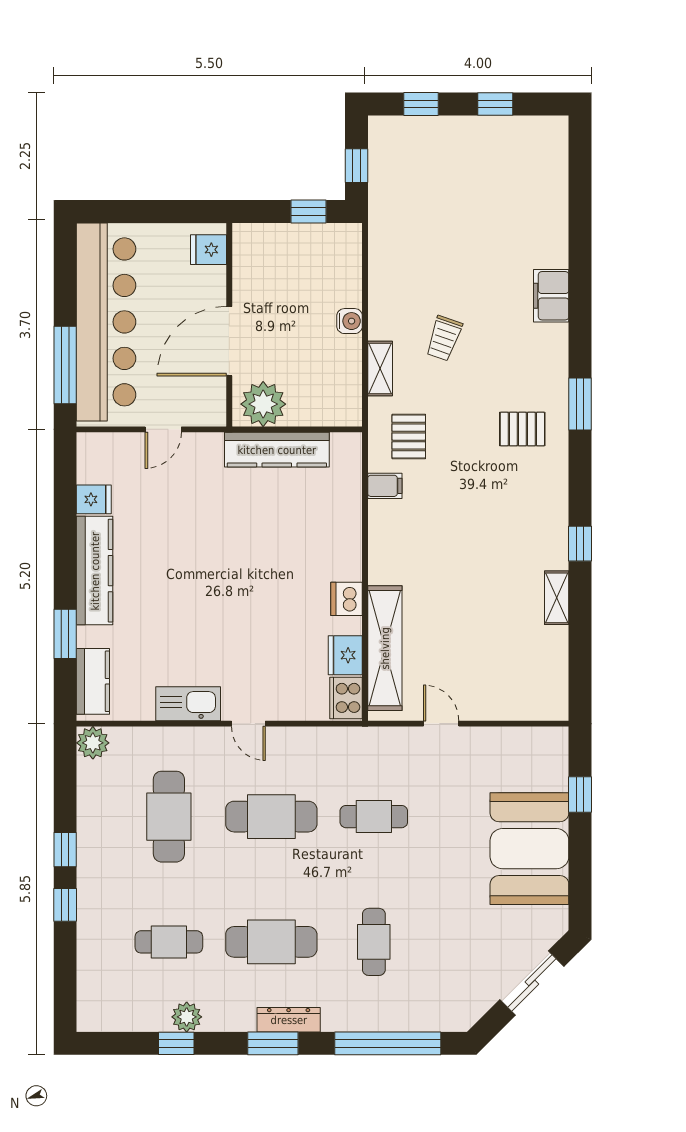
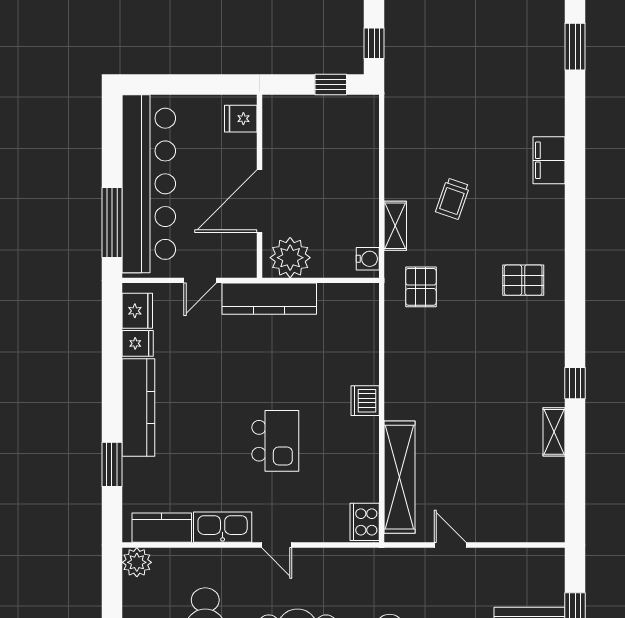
water cooler: (350, 321) -> (368, 259), moved
window: (580, 404) -> (575, 47), moved
kitchen counter: (277, 450) -> (269, 299), moved
filing cabinet: (385, 486) -> (400, 331), removed
dishwasher: (347, 599) -> (365, 401), moved
kitchen island: (247, 608) -> (275, 441), added
fridge: (345, 655) -> (137, 311), moved, turned 180
kitchen counter: (93, 681) -> (162, 528), moved, turned -90

